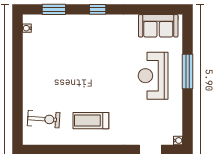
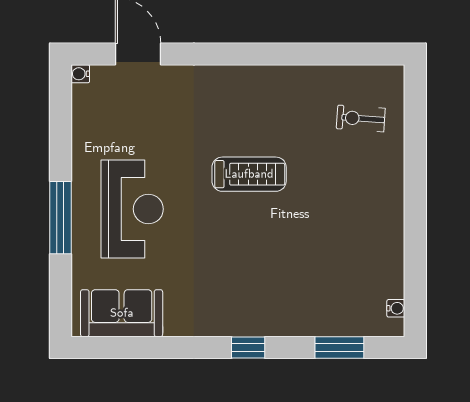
exercise bike: (44, 119) -> (361, 118), width x0.73, depth x0.72
treadmill: (91, 121) -> (249, 174), moved

